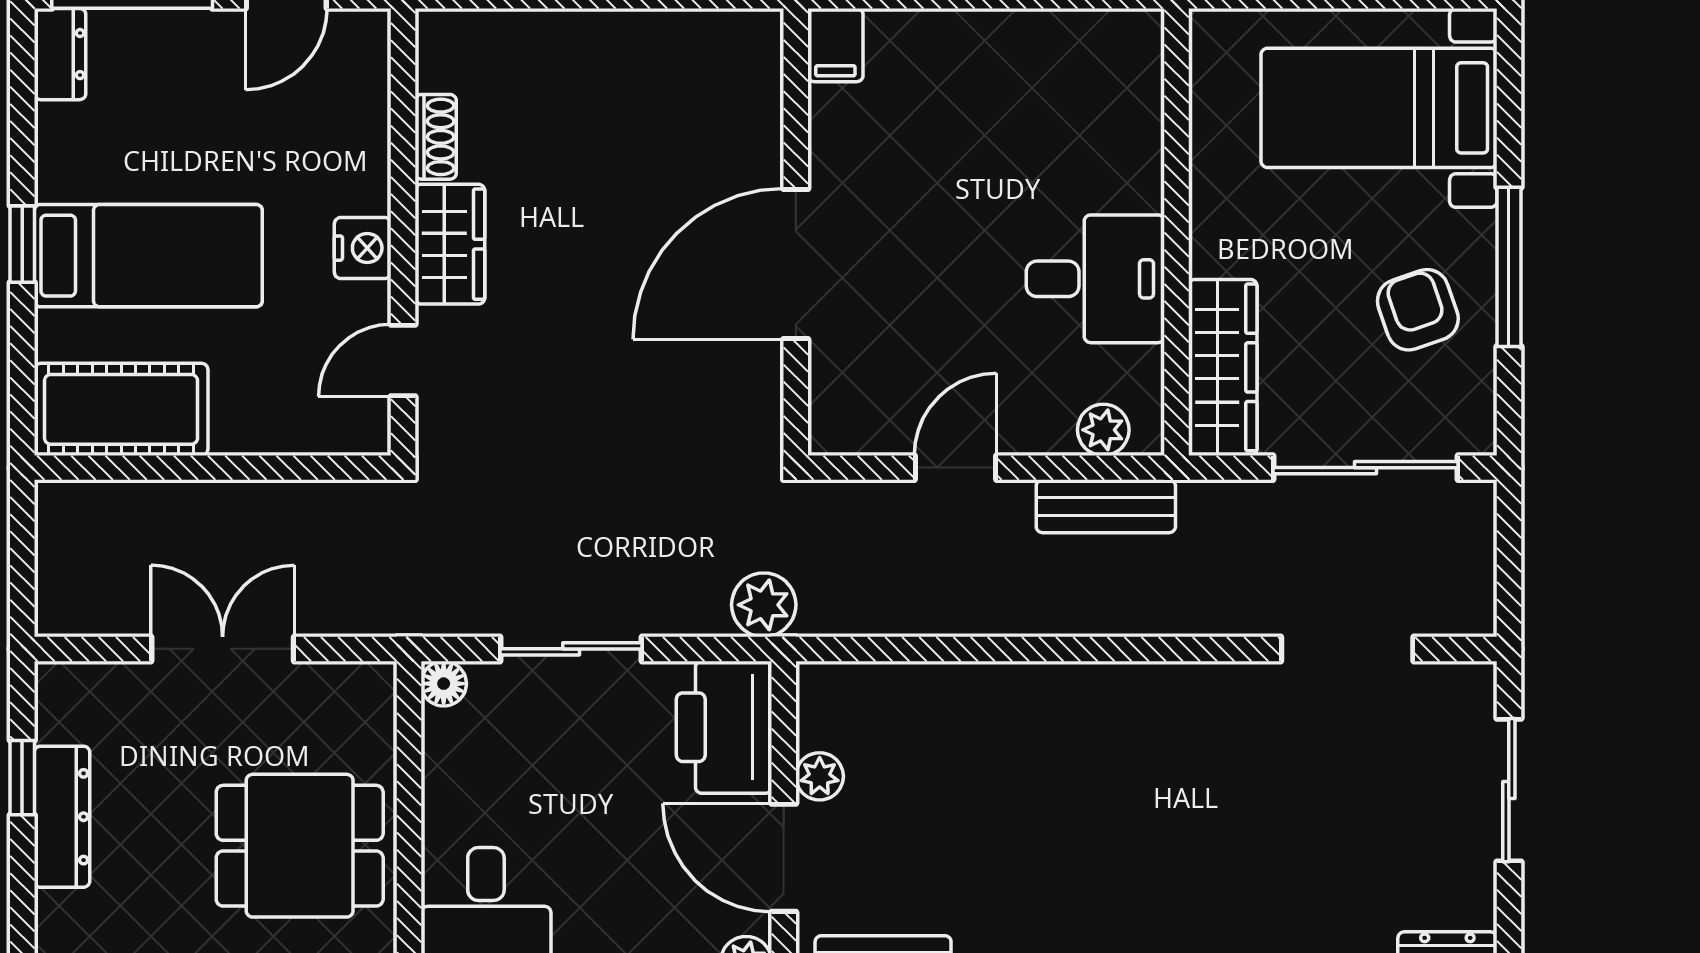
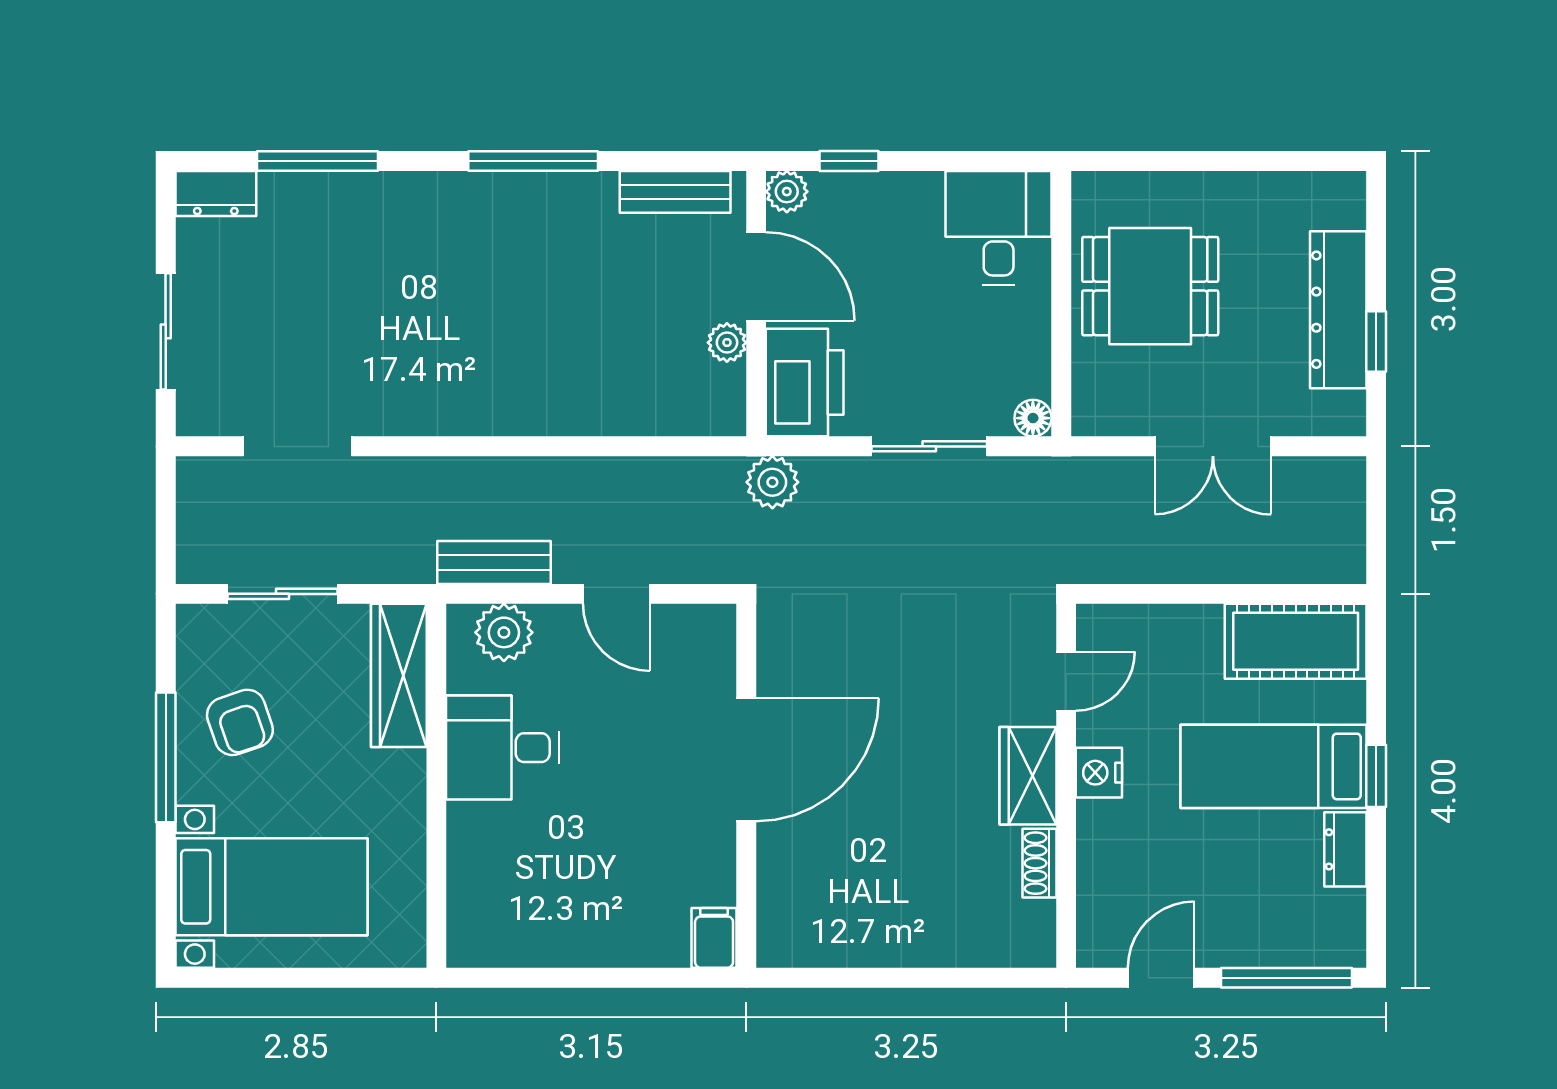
dresser: (60, 54) -> (1345, 849), moved
plant: (1103, 430) -> (504, 632), width x1.38, depth x1.38
door: (955, 468) -> (616, 594), hinge flipped
sliding door: (1366, 468) -> (282, 594), width x0.73
dresser: (62, 817) -> (1338, 310), width x1.37, depth x1.24

